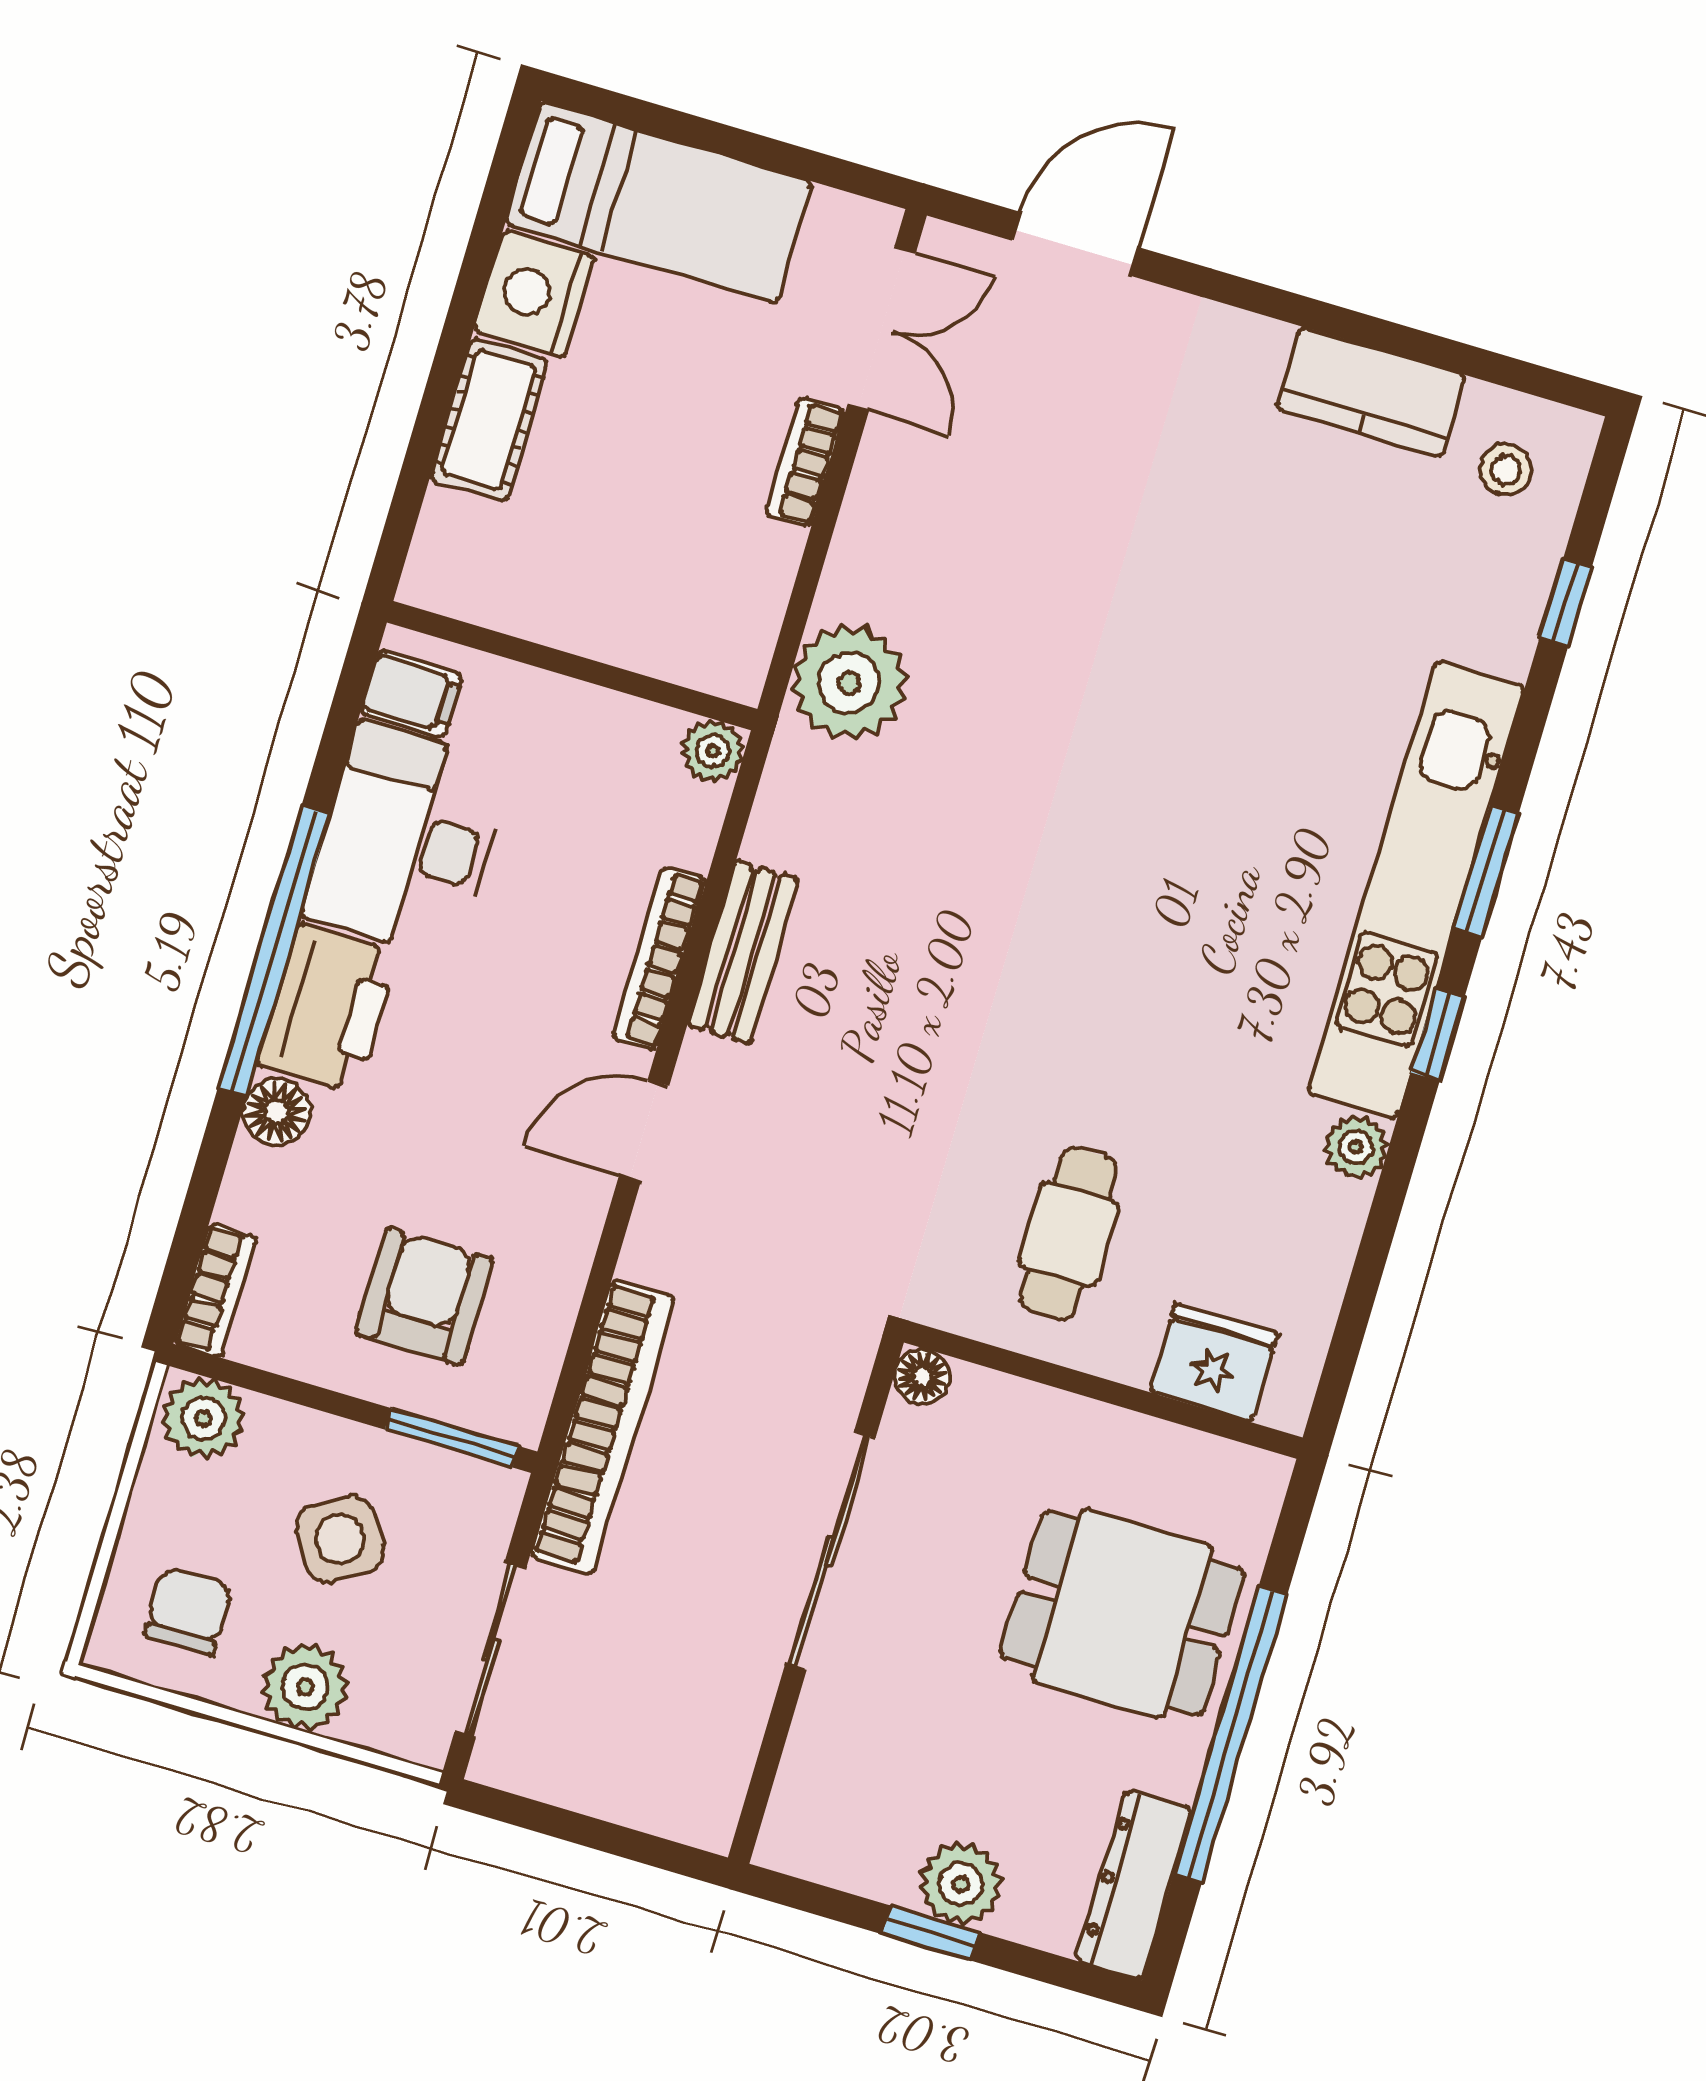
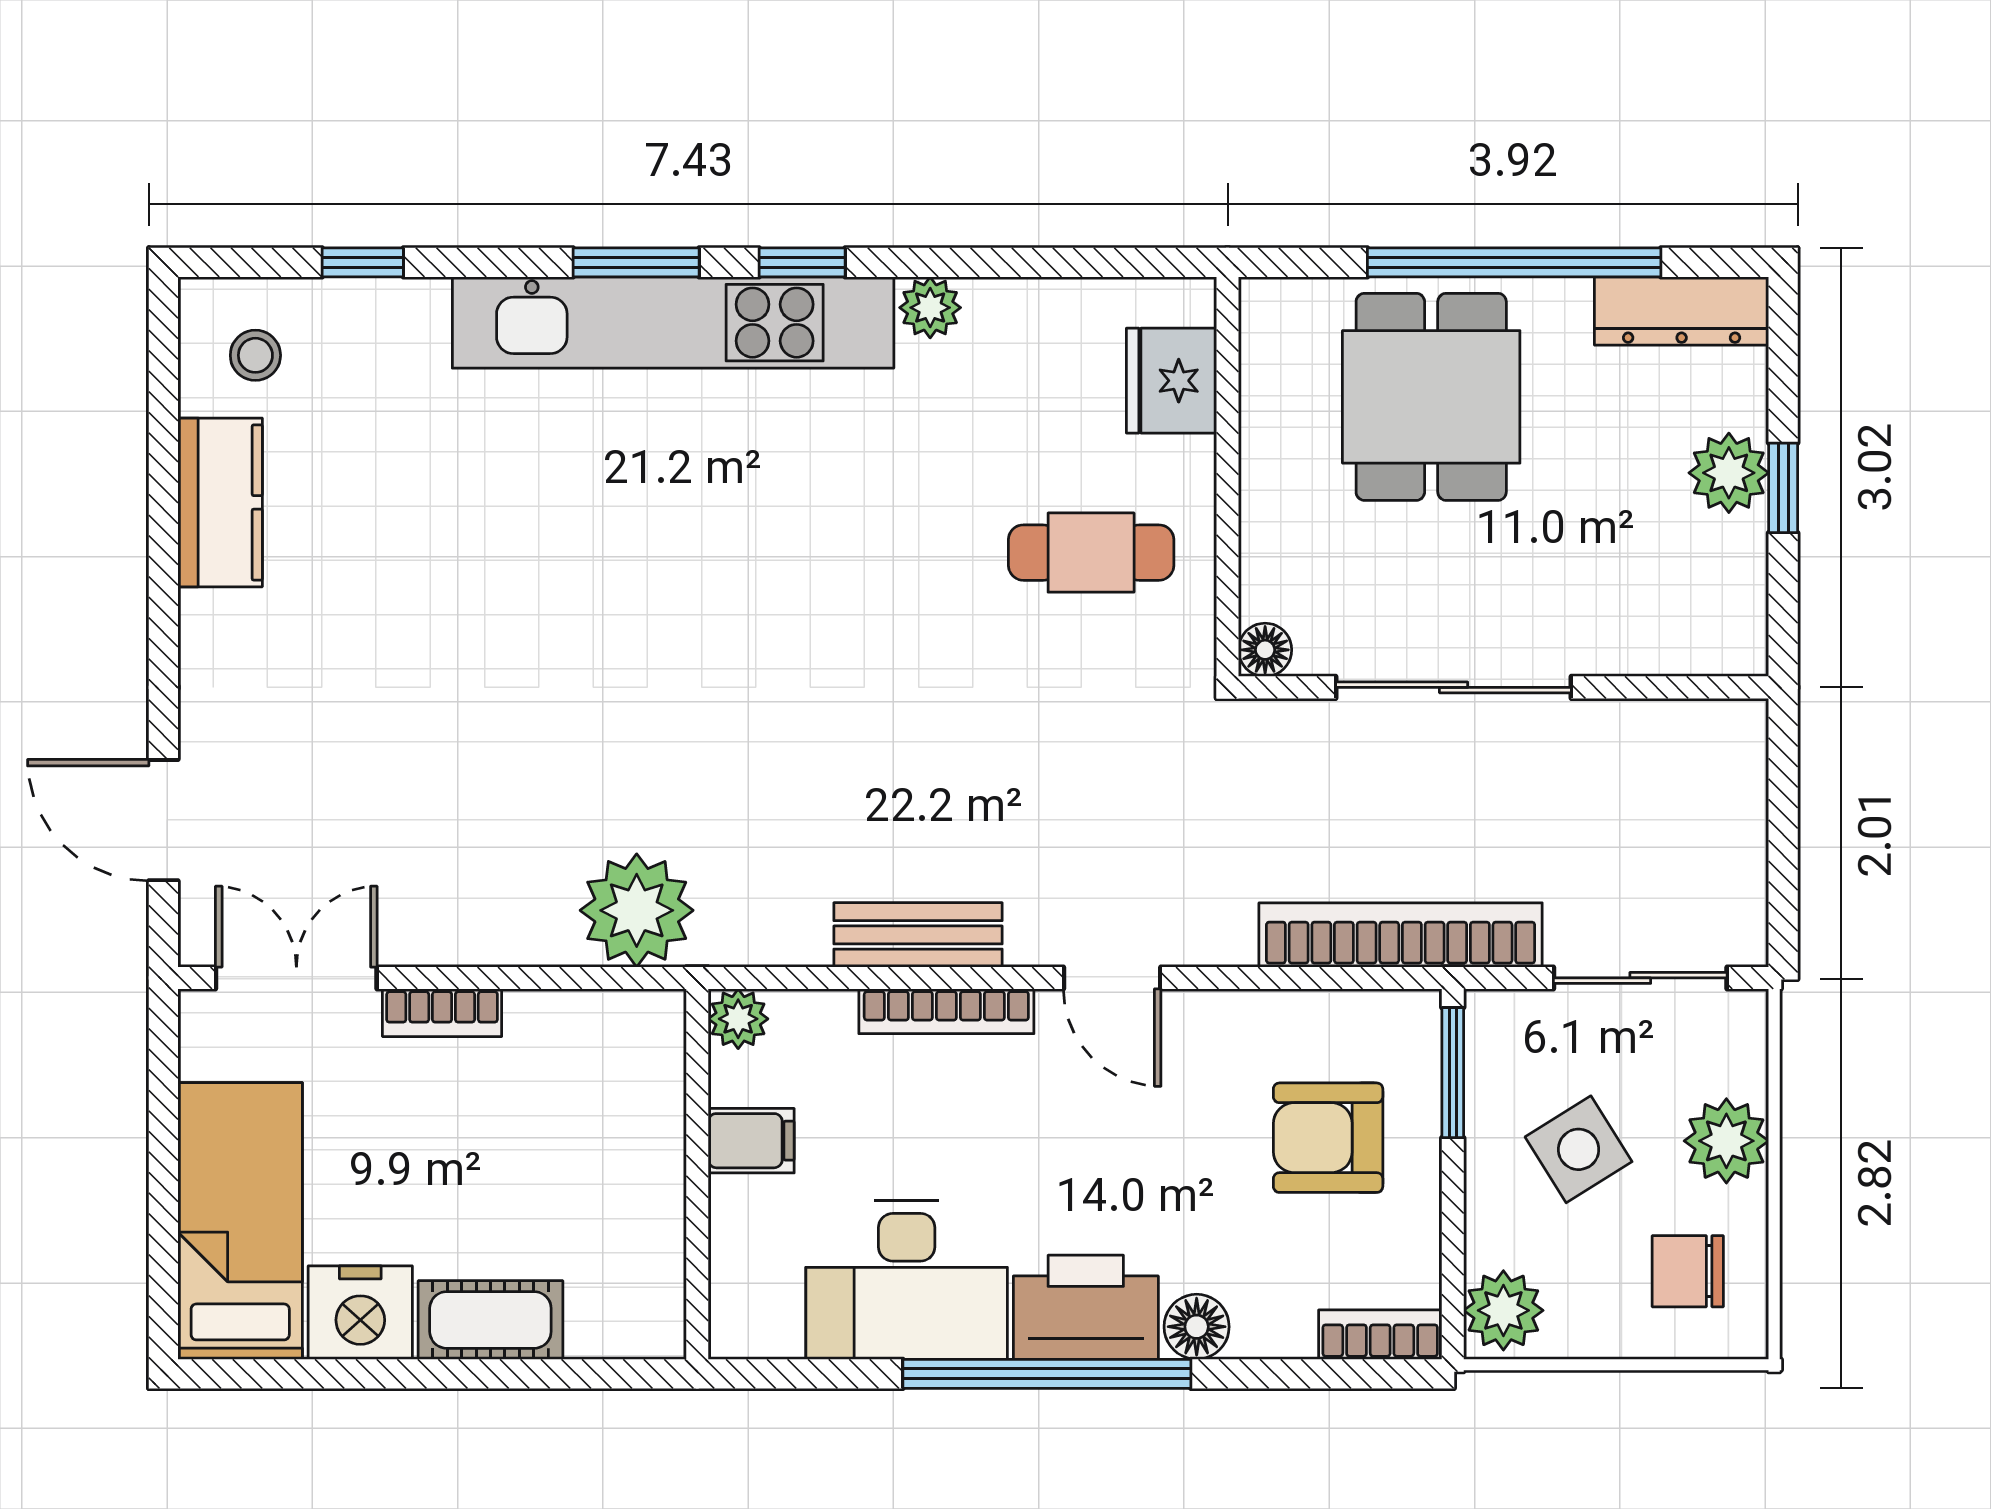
filing cabinet: (412, 694) -> (751, 1141), moved, turned 90

